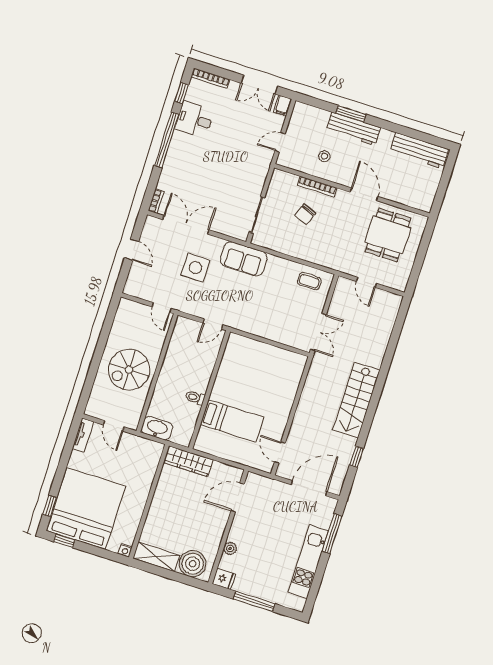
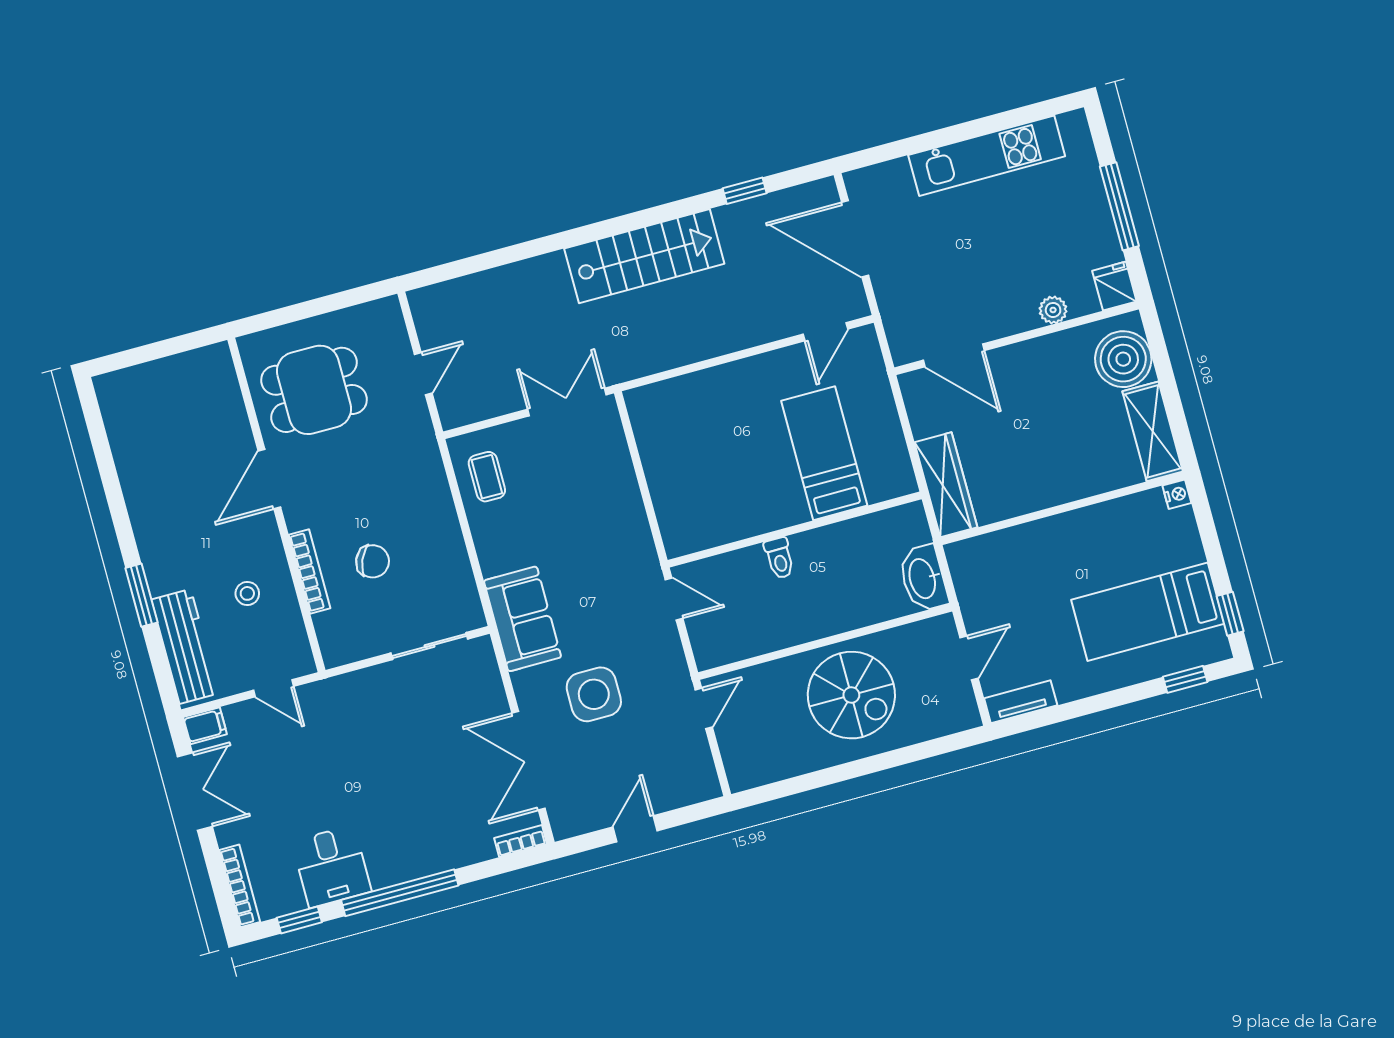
workbench: (353, 129) -> (185, 646), moved
workbench: (419, 151) -> (128, 431), removed
toilet: (195, 398) -> (779, 558), moved
bed: (86, 509) -> (1148, 612), width x0.49
window: (332, 534) -> (909, 146), removed

